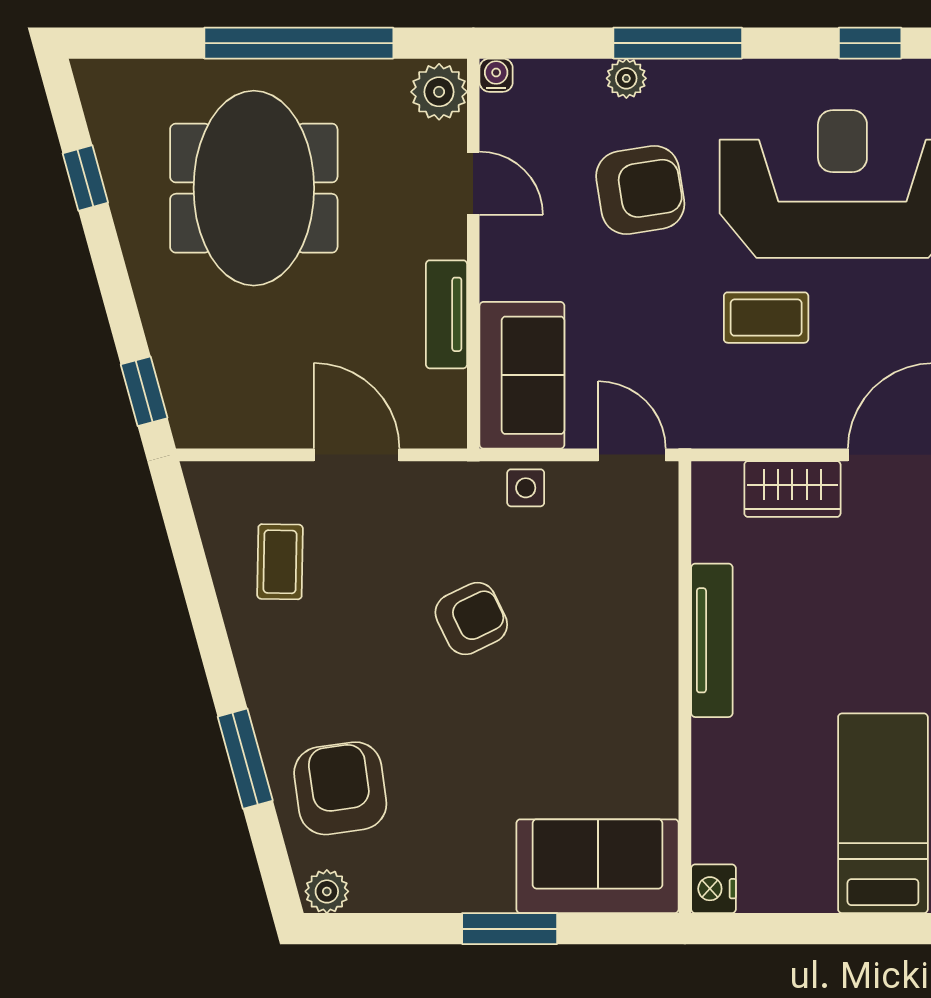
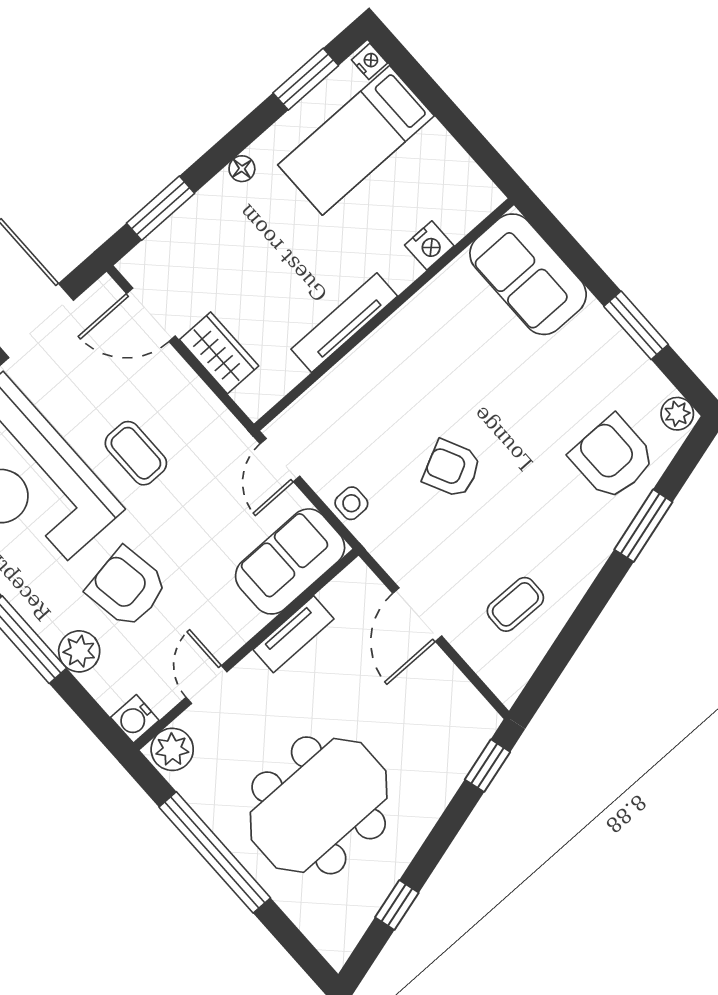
water cooler: (496, 75) -> (135, 719), width x1.38, depth x1.38
plant: (626, 78) -> (79, 651), width x1.38, depth x1.38
armchair: (340, 788) -> (613, 458), turned 98
nightstand: (713, 889) -> (429, 245), moved
window: (510, 929) -> (636, 325), moved

